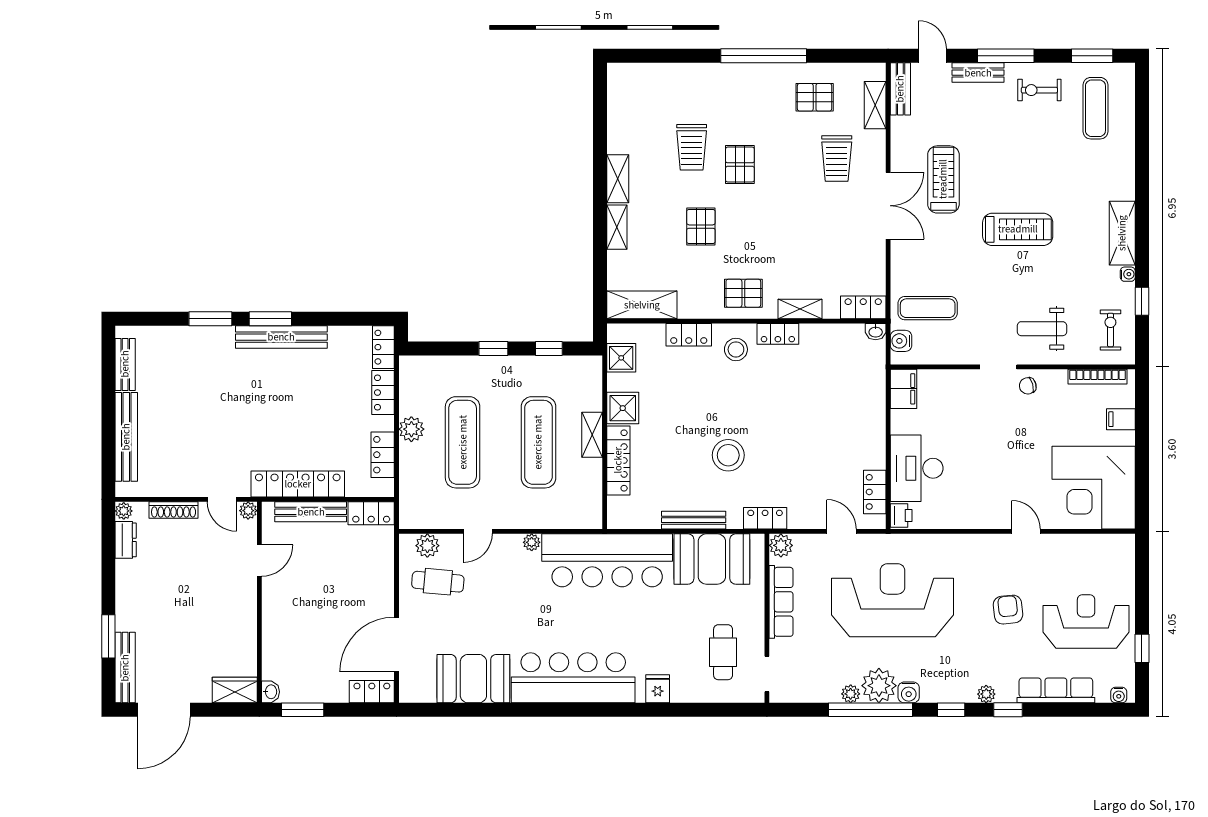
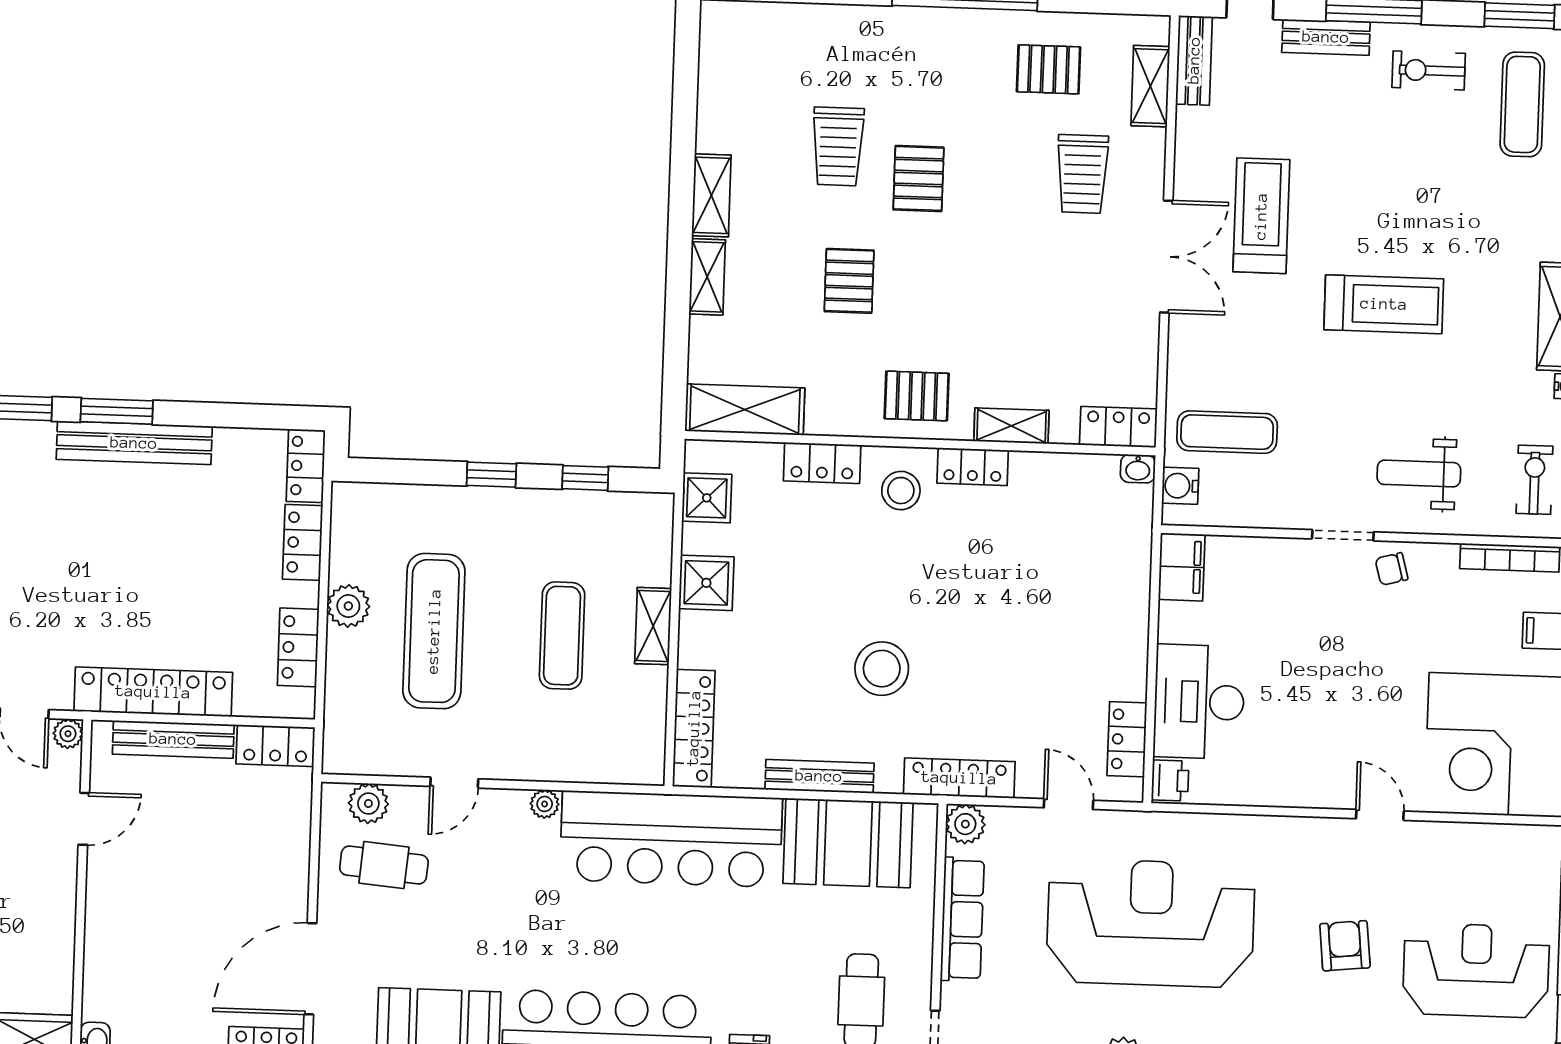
exercise mat: (538, 442) -> (562, 636), width x0.73, depth x0.69
locker: (618, 460) -> (694, 728), moved
locker: (765, 518) -> (959, 778), width x1.53

